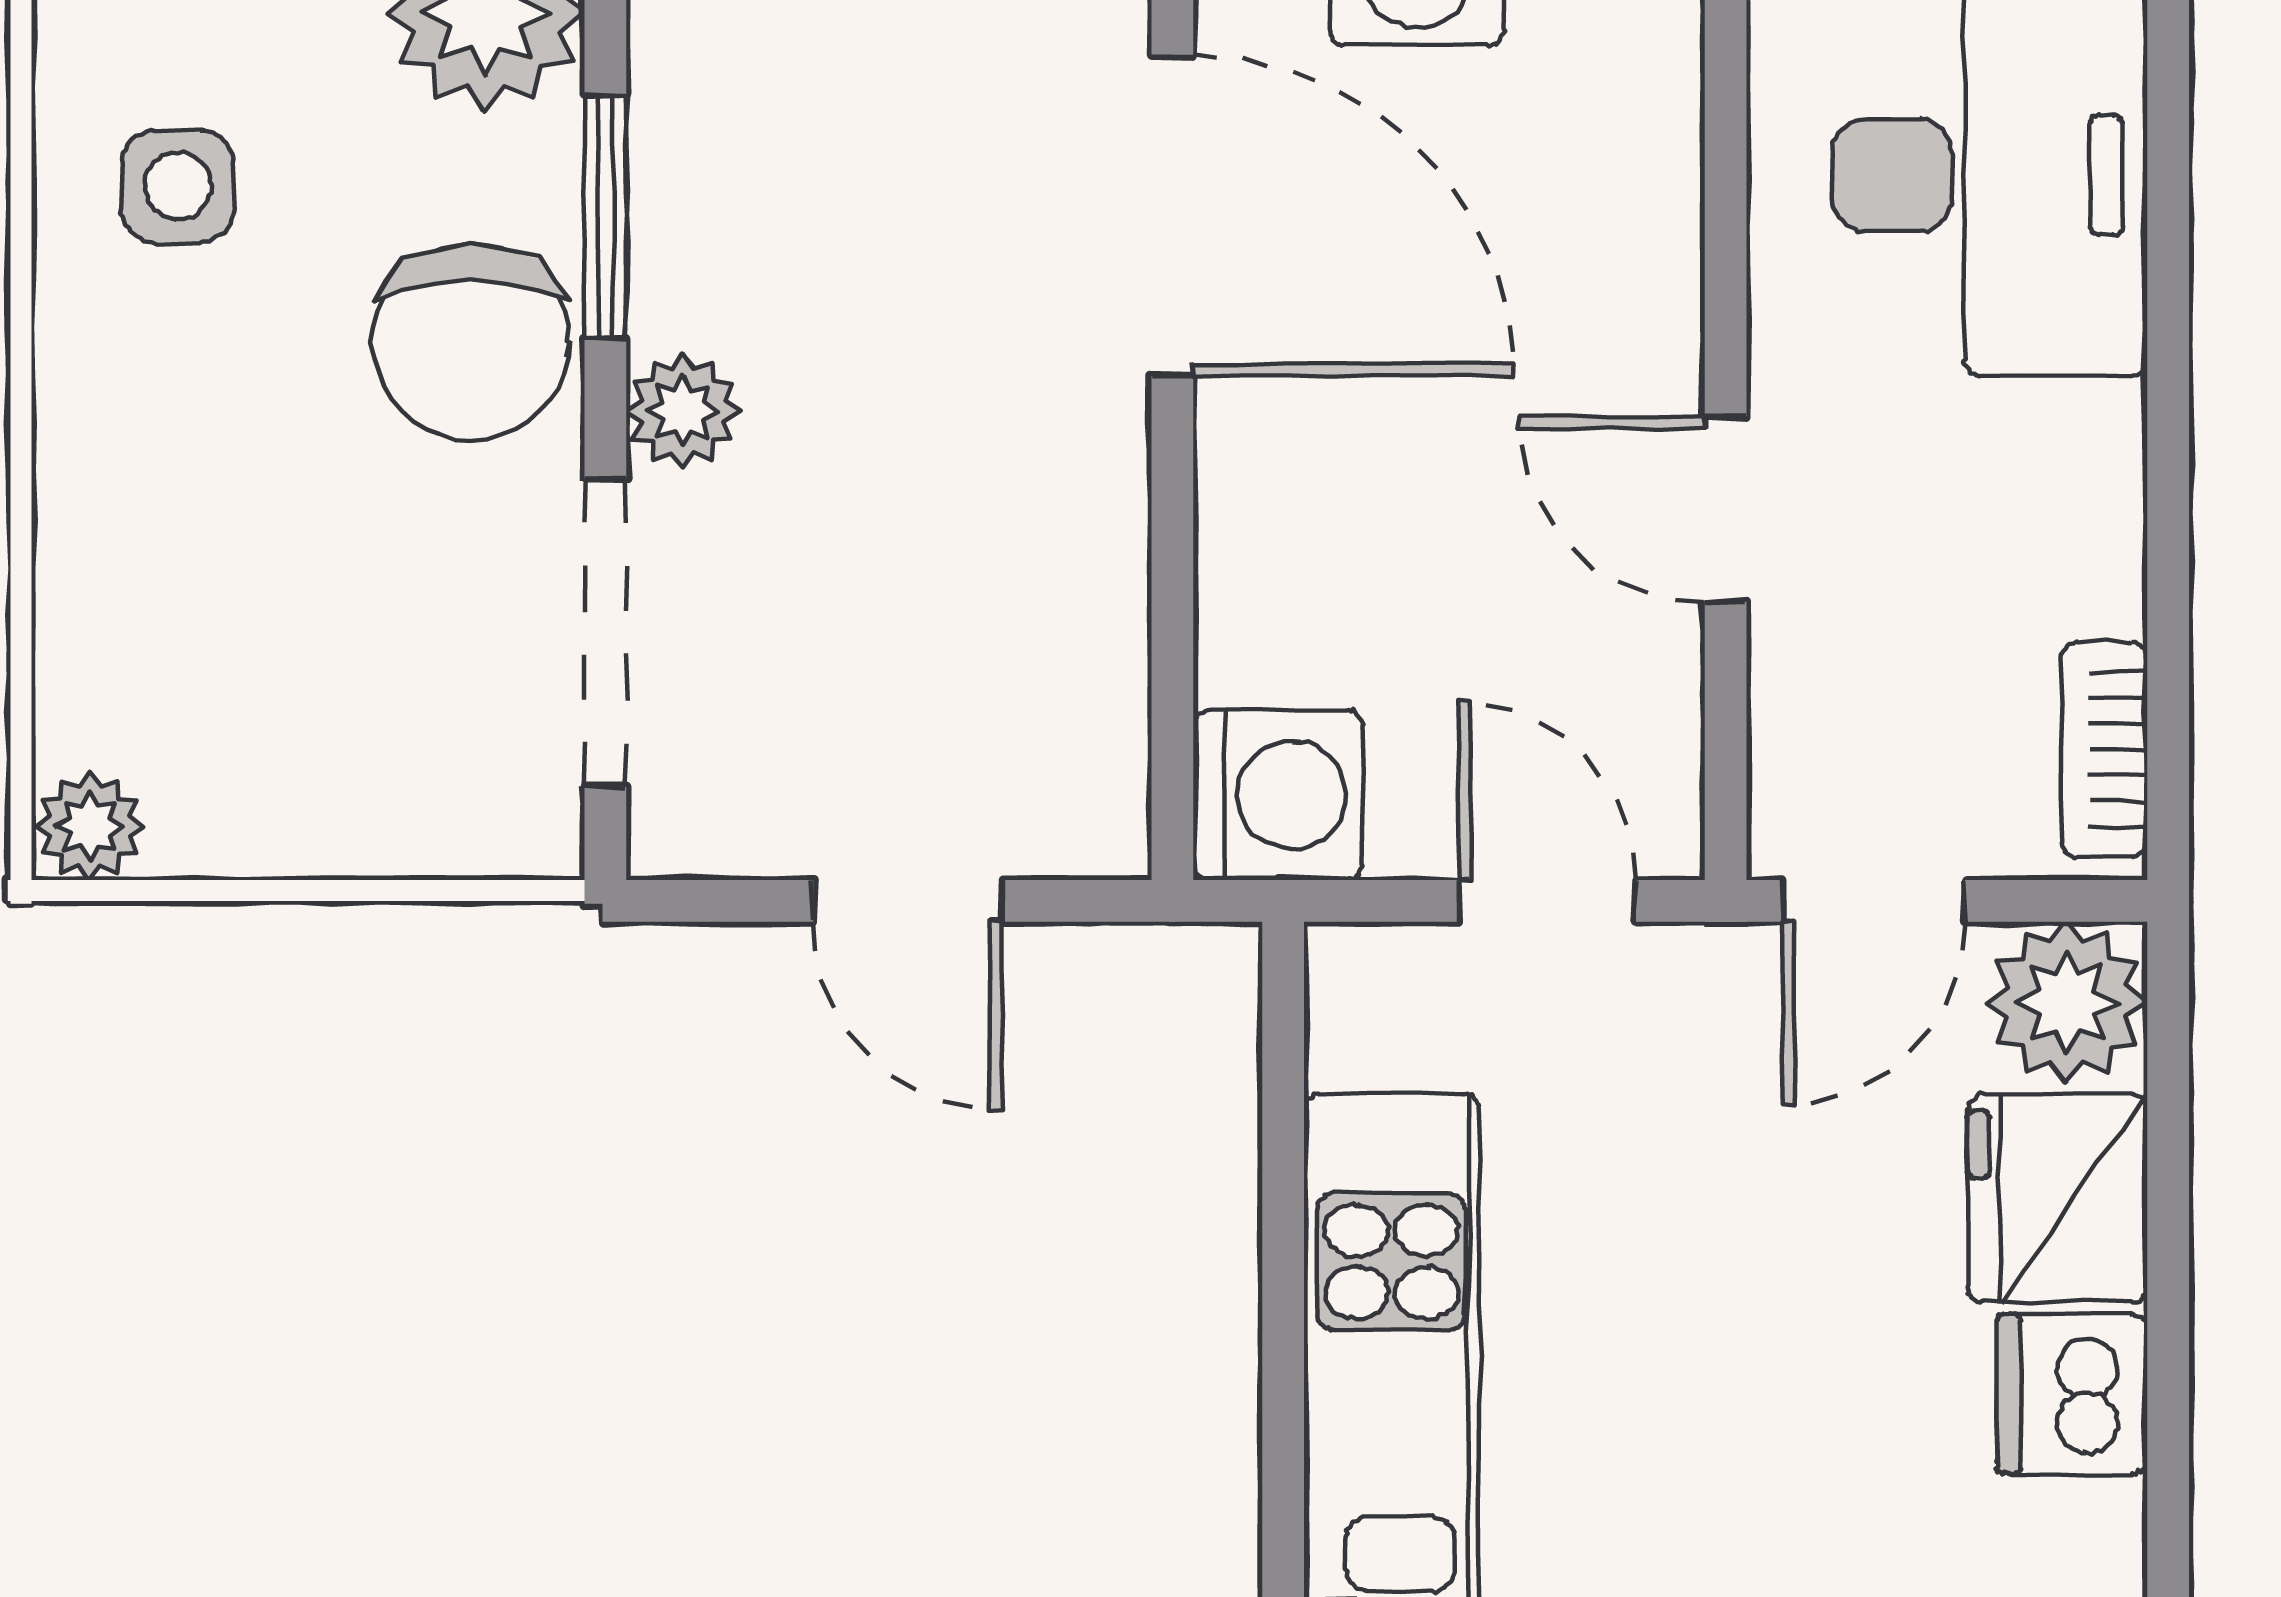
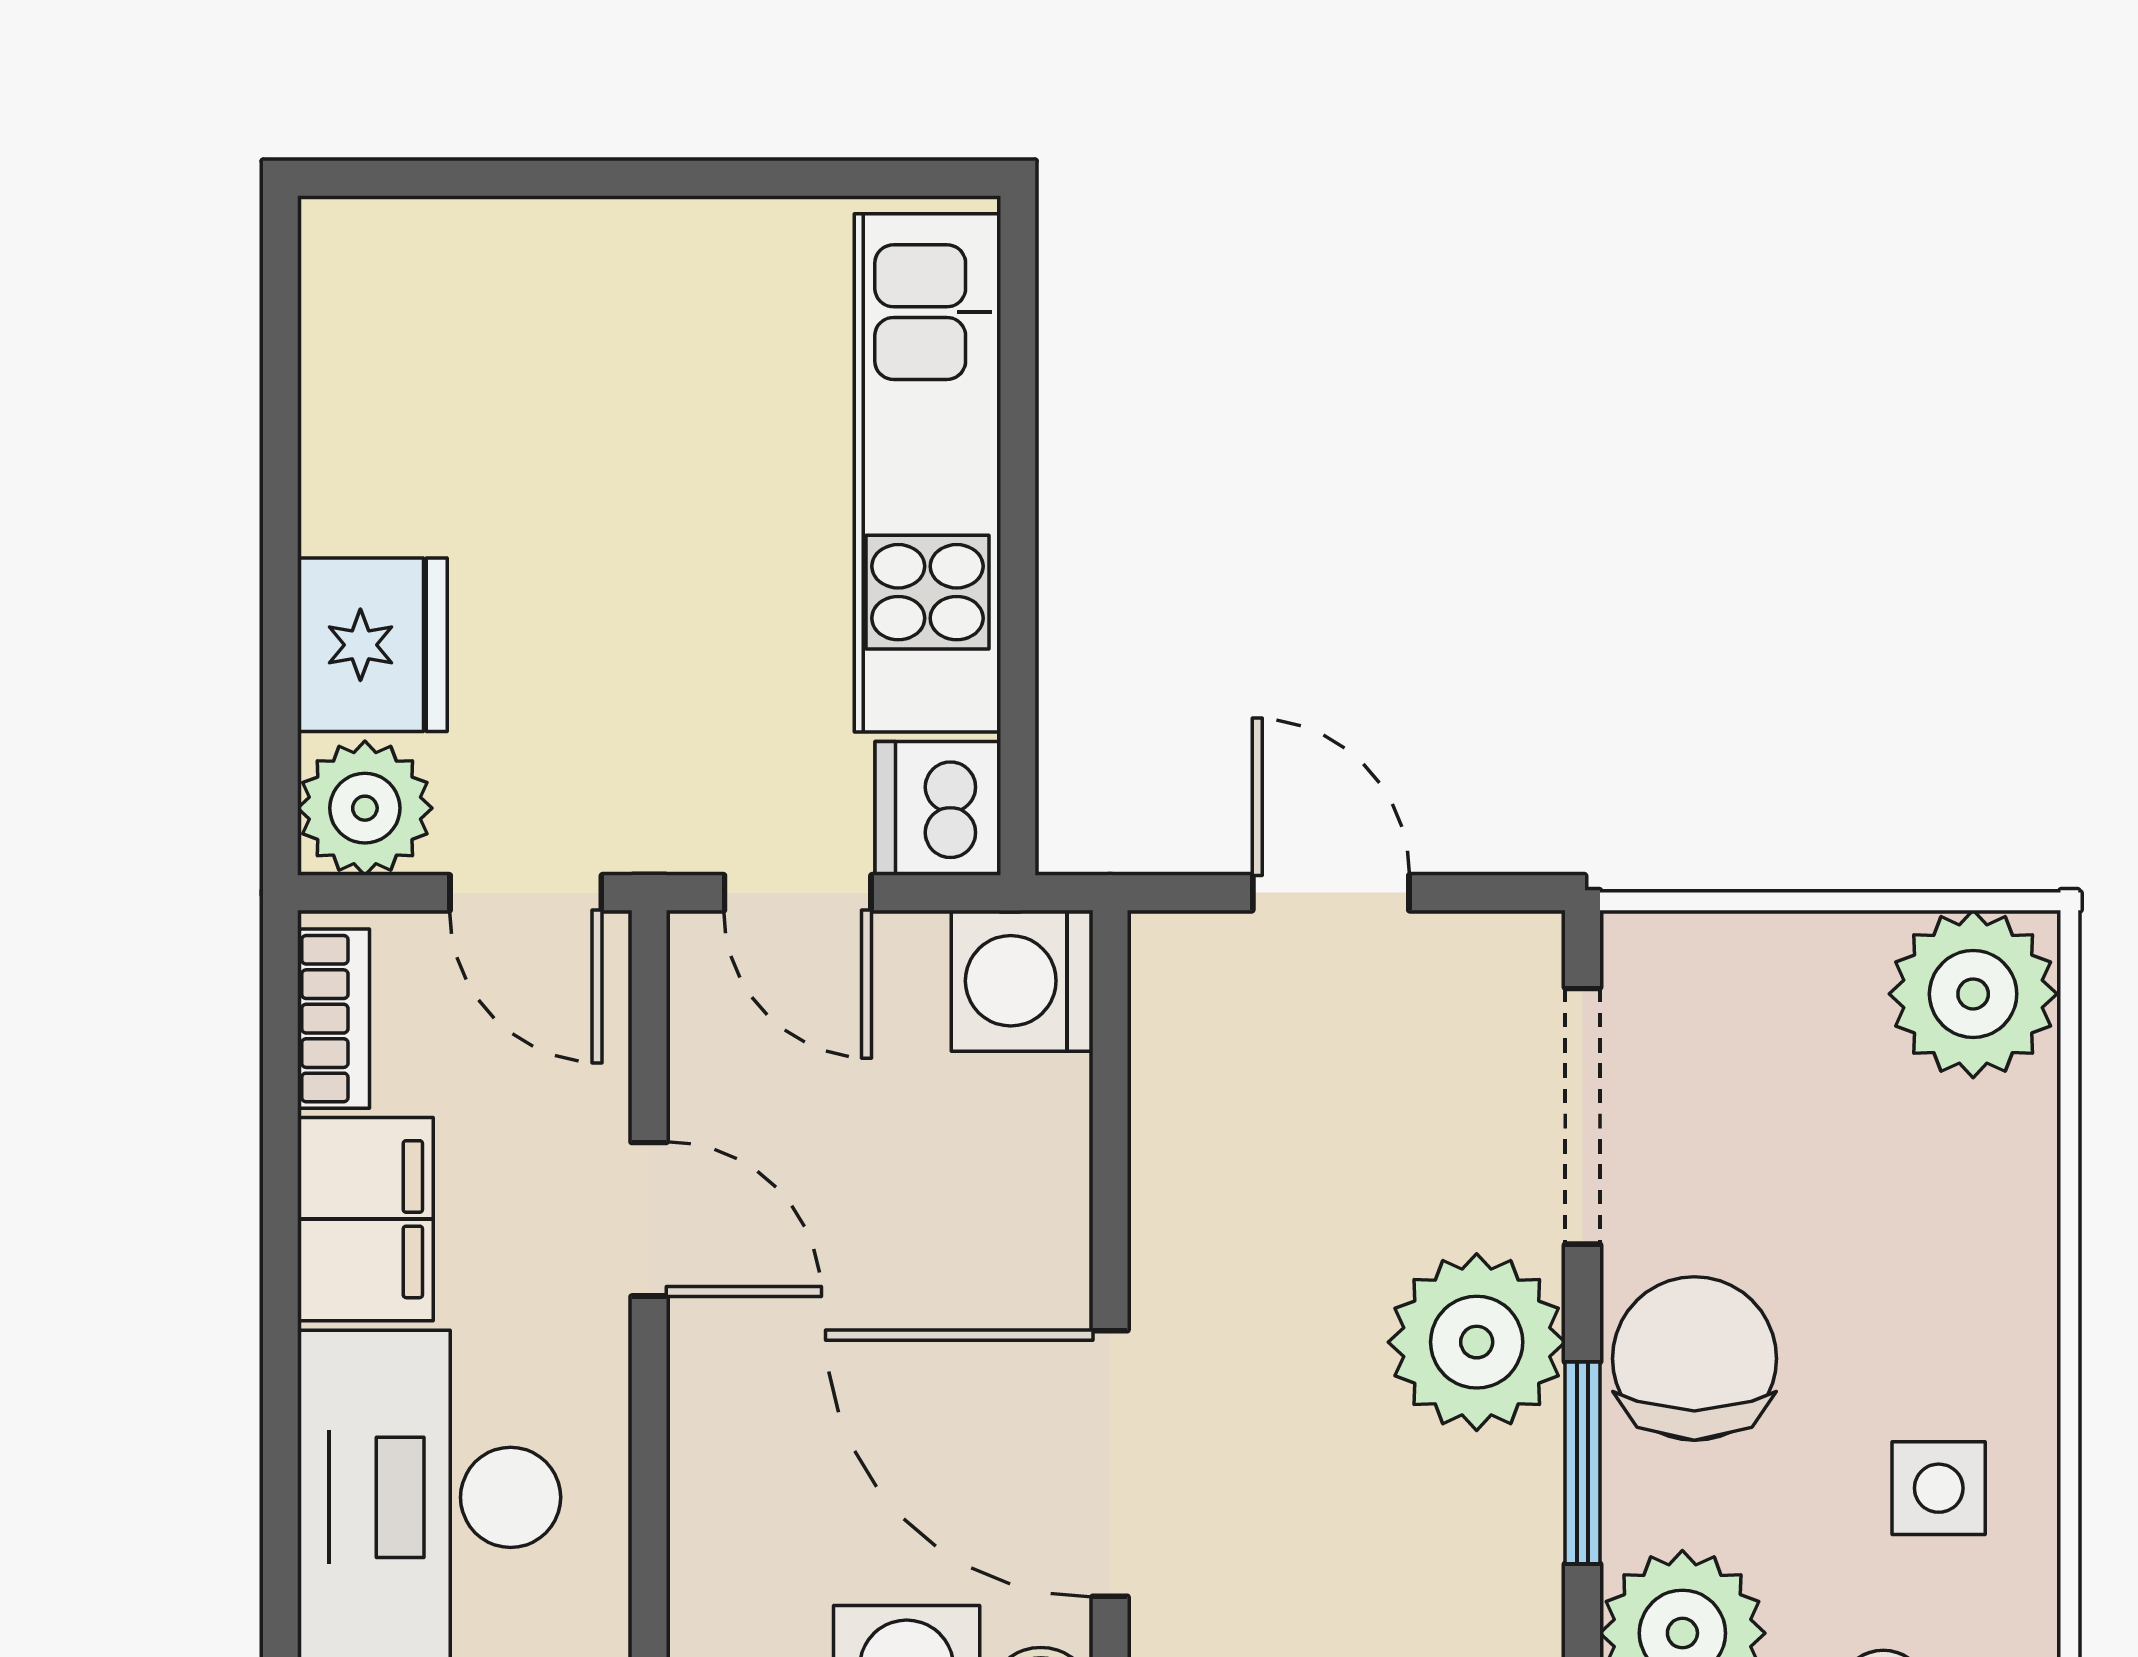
plant: (683, 411) -> (1477, 1342), width x1.88, depth x1.88
filing cabinet: (2066, 509) -> (365, 1219), added
plant: (90, 826) -> (1973, 994), width x1.88, depth x1.88
door: (1874, 901) -> (526, 893), swing flipped
dishwasher: (2072, 1394) -> (938, 808), moved, turned 180

